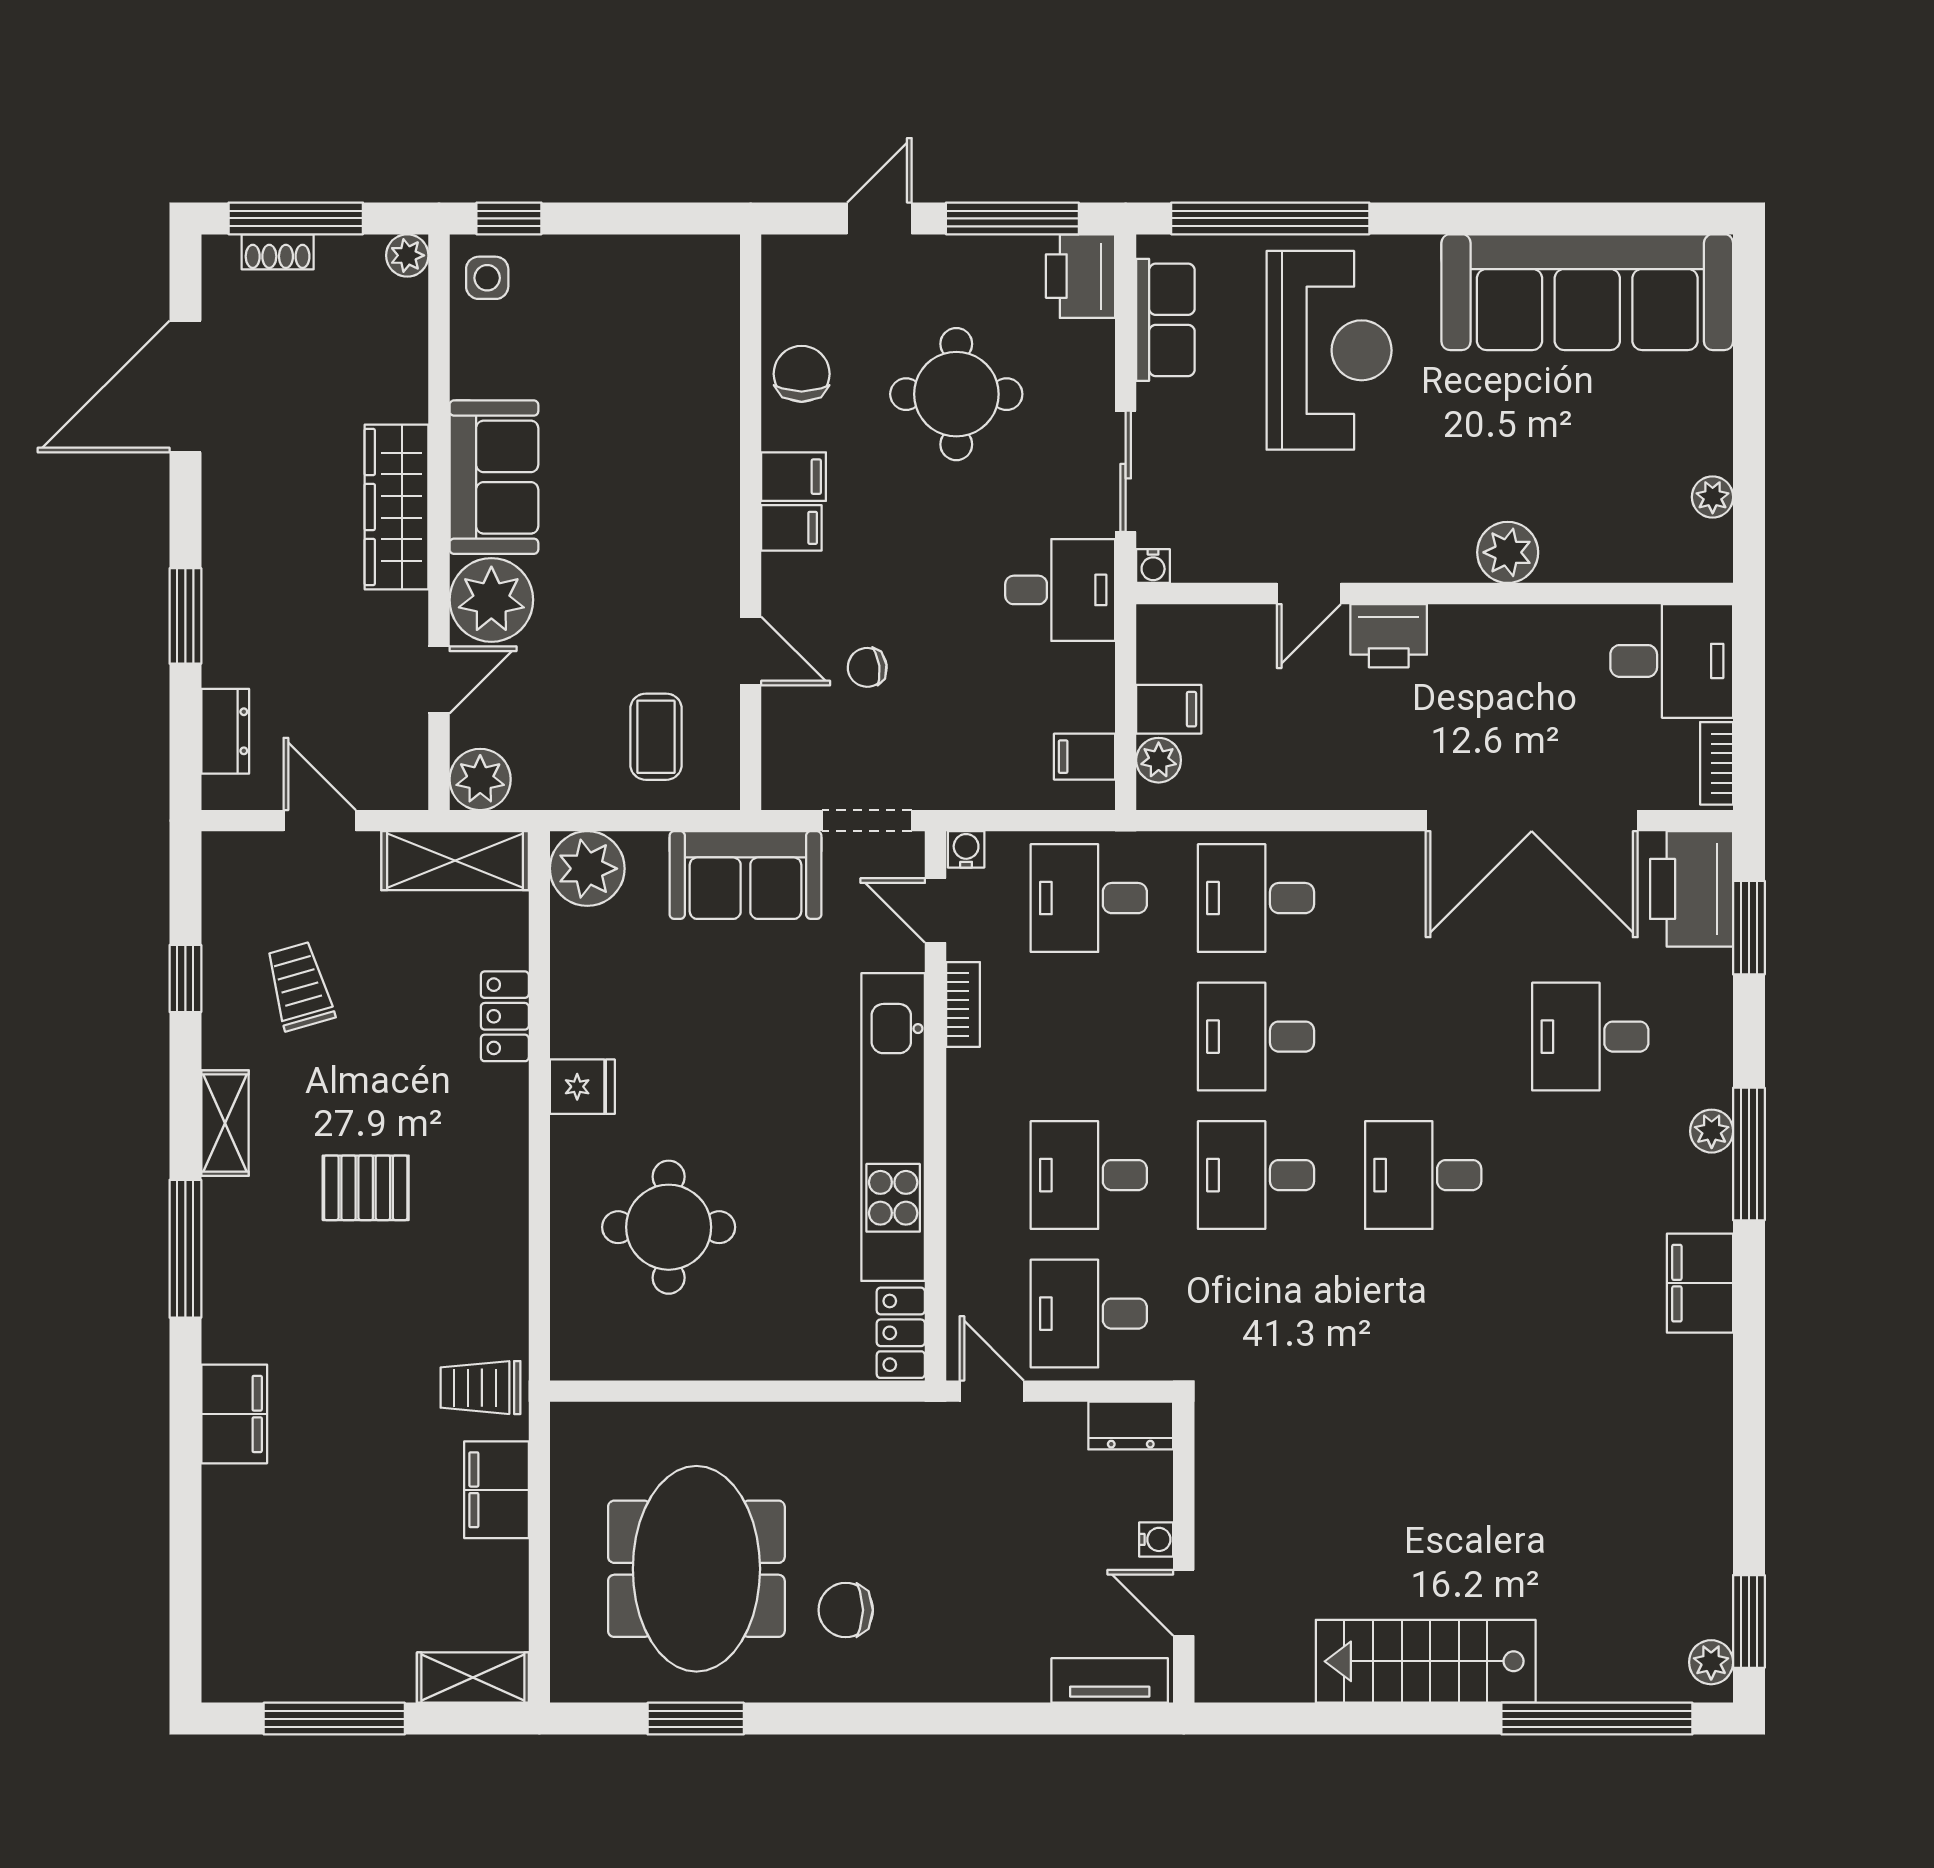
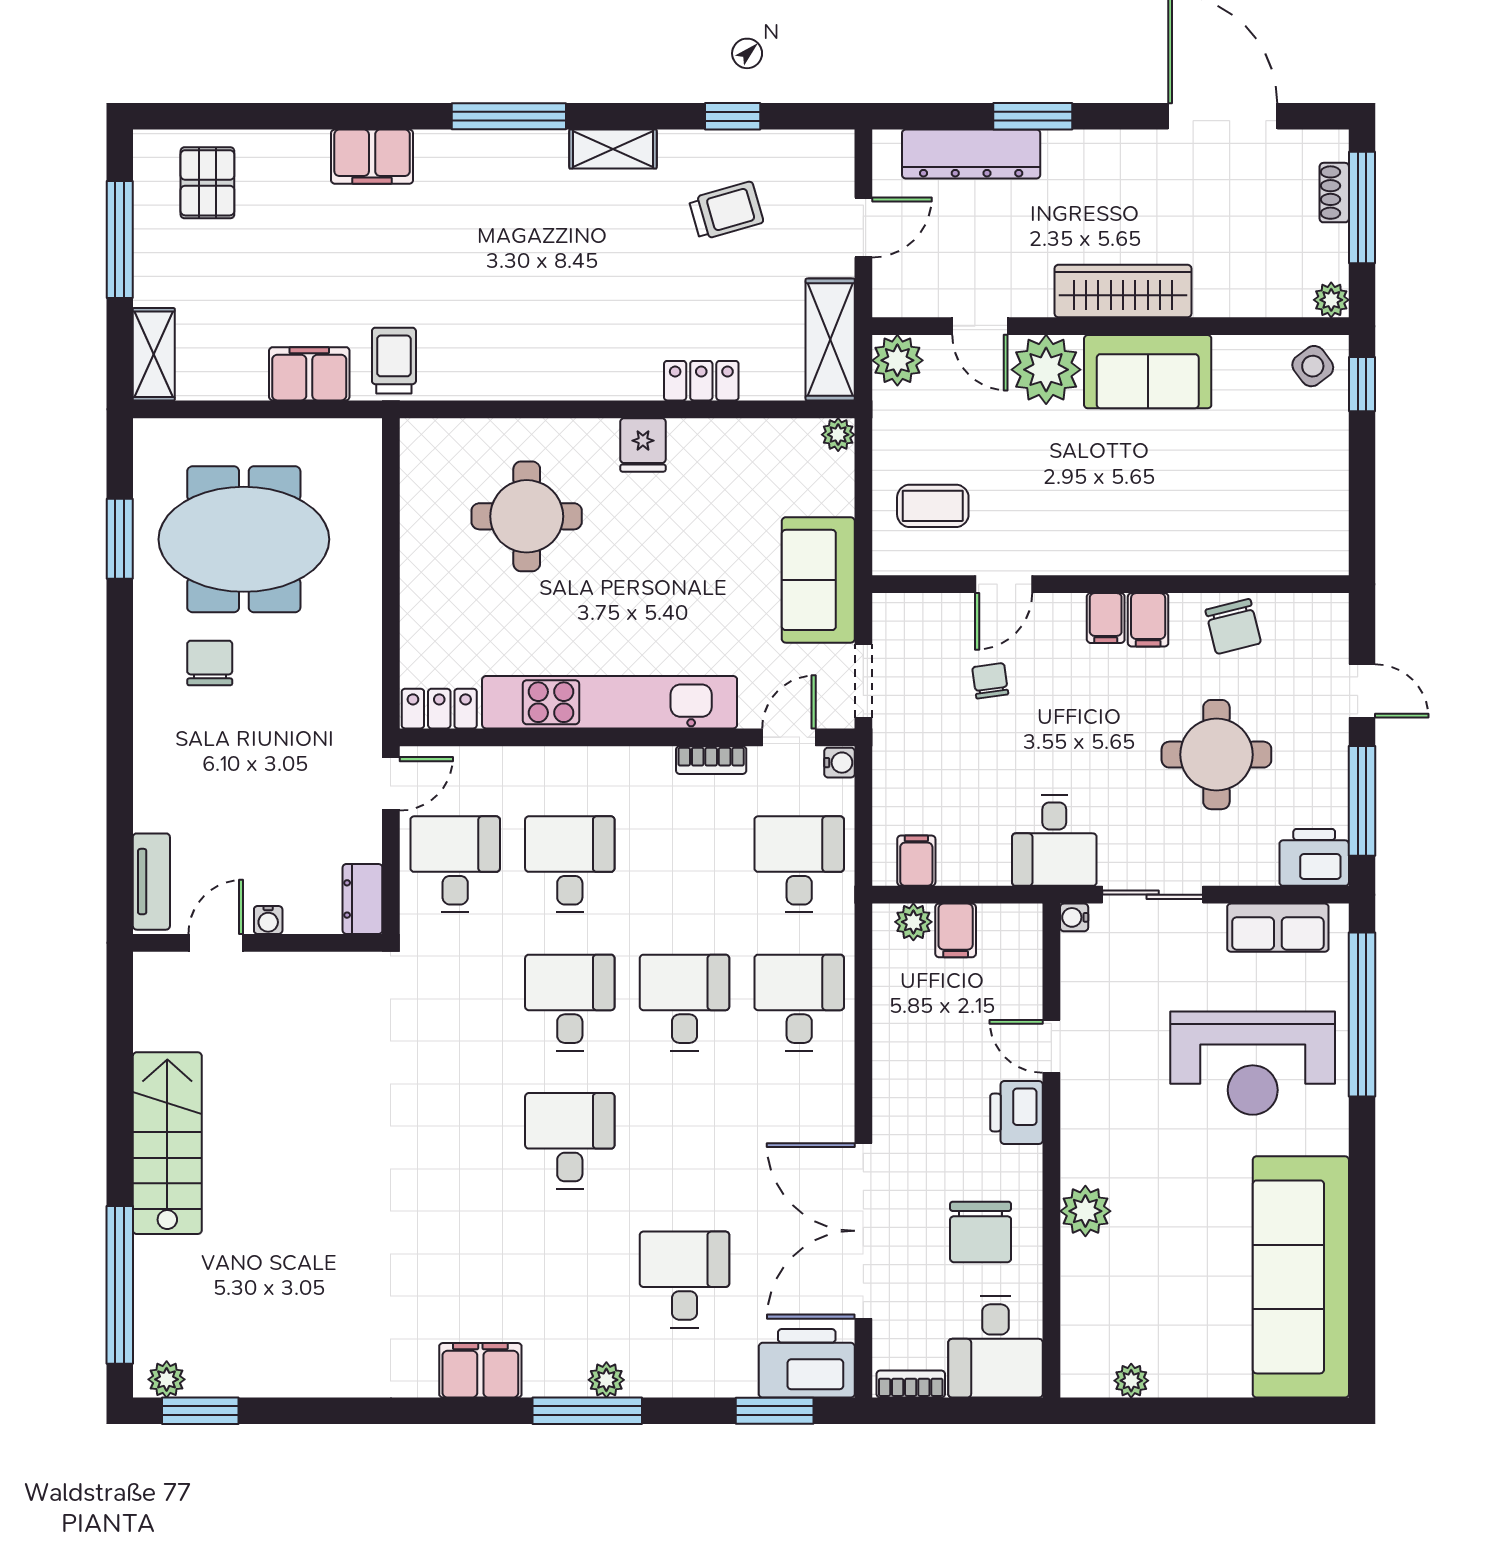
side table: (487, 278) -> (1313, 366), turned -37
chair: (802, 374) -> (1233, 626), turned 76
chair: (1533, 679) -> (981, 1232), added
dresser: (225, 731) -> (971, 154), width x1.96, depth x1.24
plant: (587, 869) -> (838, 435), width x0.53, depth x0.53
pallet: (366, 1188) -> (207, 183), moved

